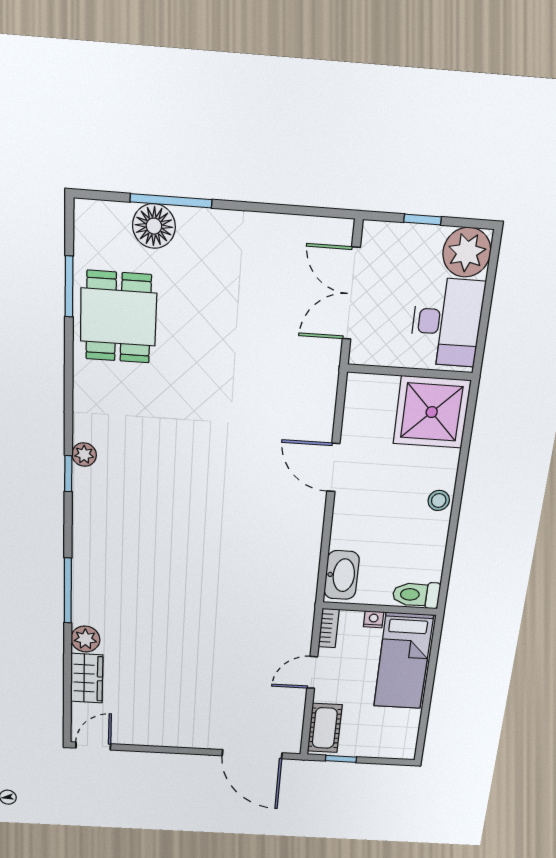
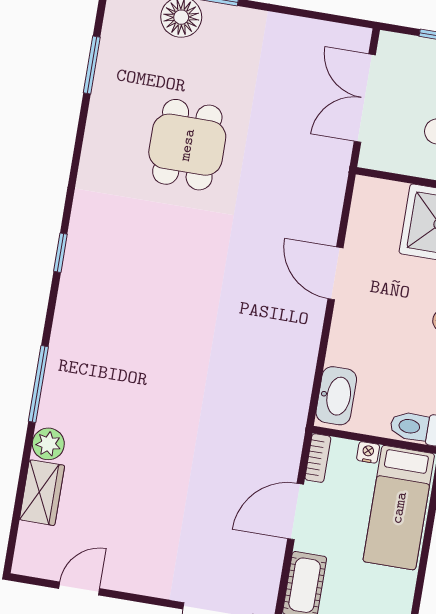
dining table: (118, 317) -> (187, 145), moved
plant: (84, 455) -> (80, 234), removed
door: (312, 672) -> (296, 511), width x1.38
door: (93, 746) -> (79, 588), moved

